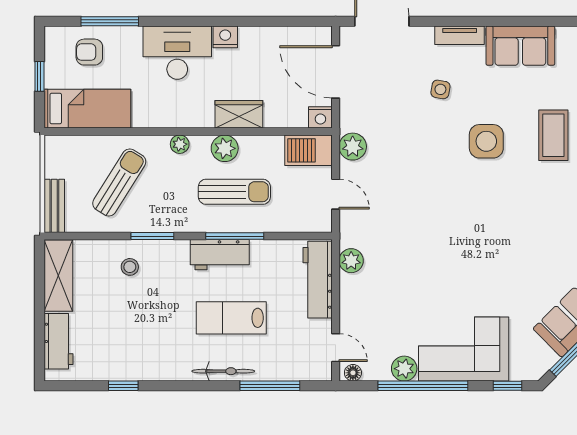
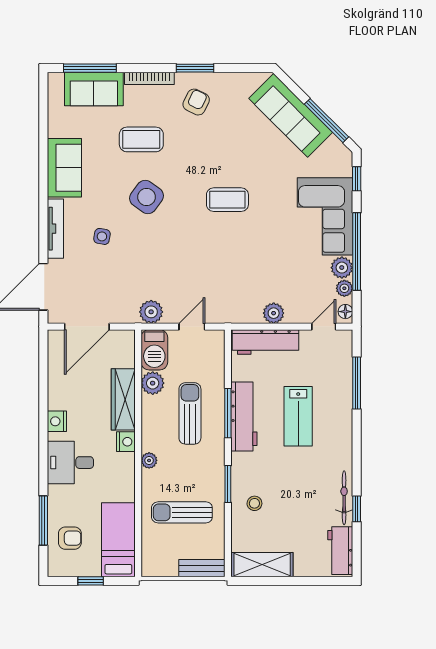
tv unit: (460, 35) -> (55, 229), width x1.41
armchair: (89, 52) -> (70, 538), turned -90
desk: (177, 53) -> (70, 463), width x0.73
wardrobe: (239, 114) -> (123, 399), width x1.50
nightstand: (320, 117) -> (126, 442), moved
side table: (486, 141) -> (147, 197), turned 36
plant: (225, 148) -> (153, 383), moved
sun lounger: (119, 183) -> (182, 512), turned -32
coffee table: (483, 235) -> (227, 200), added
workbench: (220, 255) -> (244, 417), width x1.38
plant: (351, 261) -> (274, 313), moved
workbench: (58, 341) -> (340, 551), moved, turned -90
bicycle: (223, 371) -> (344, 498), moved
plant: (380, 372) -> (344, 288), added

